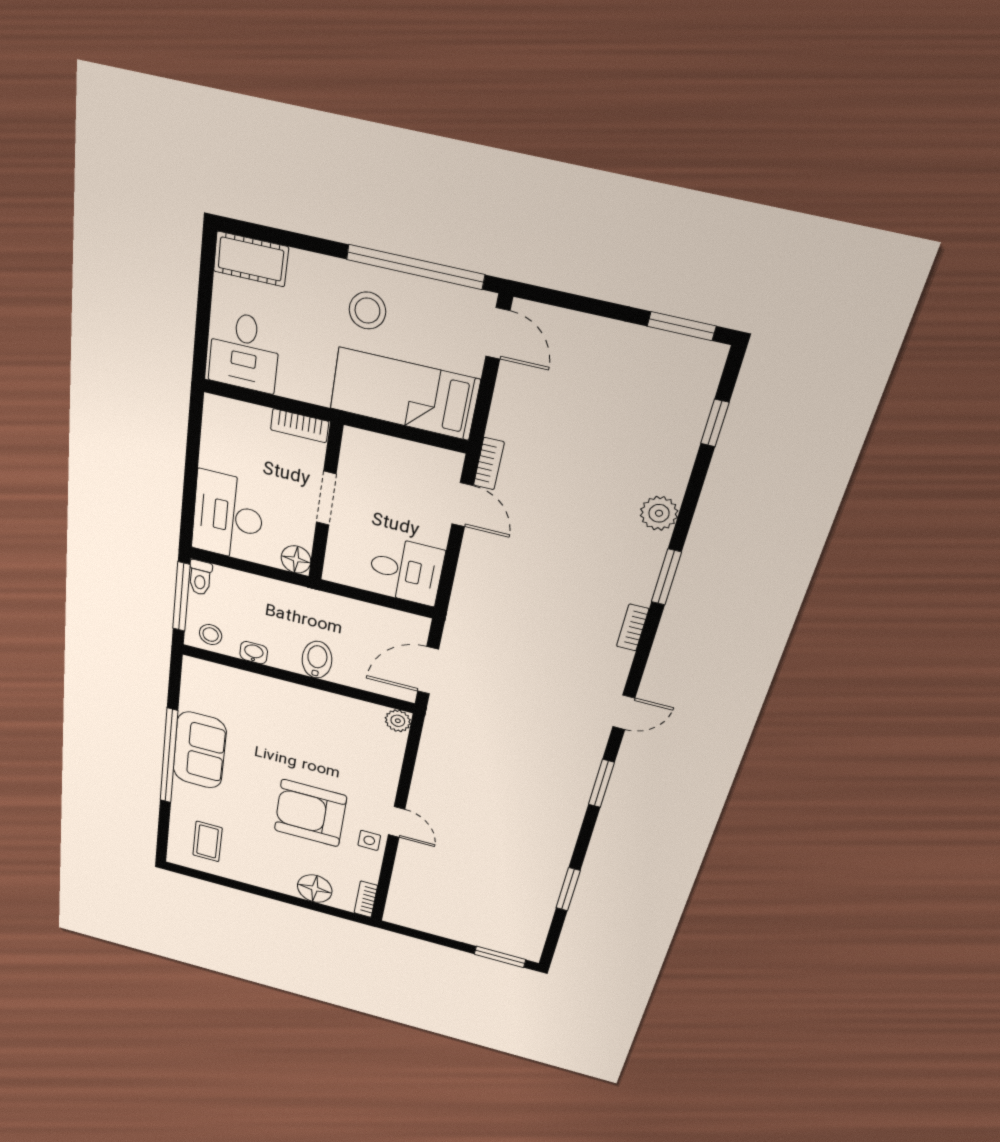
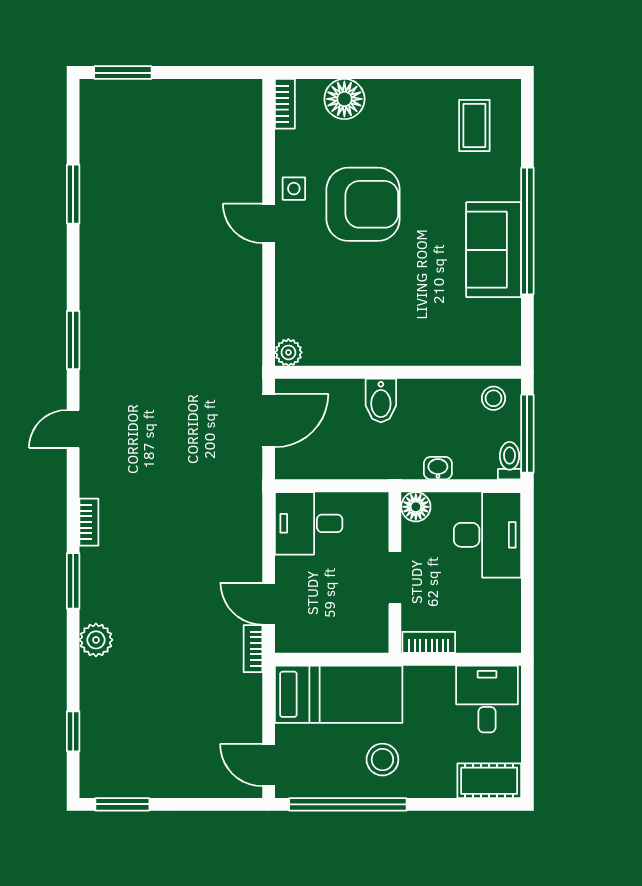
washbasin: (254, 653) -> (438, 468), moved, turned 180

